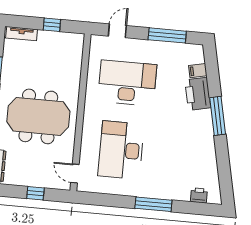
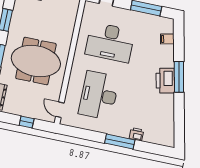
desk: (127, 83) -> (110, 42), turned 180
printer: (198, 94) -> (165, 81), moved
printer: (199, 195) -> (136, 134), moved

